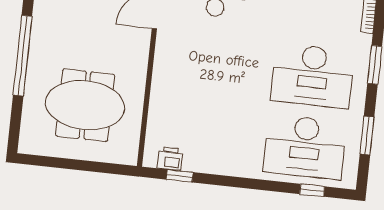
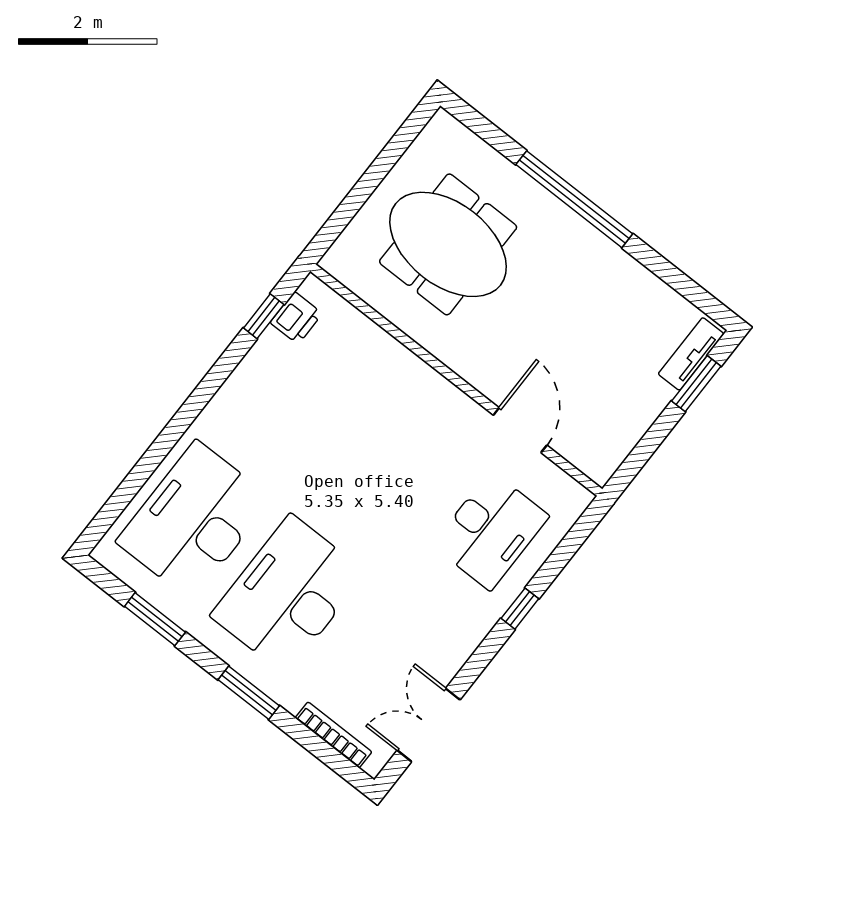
meeting table: (85, 105) -> (448, 244), turned 90
window: (312, 190) -> (126, 492), removed

